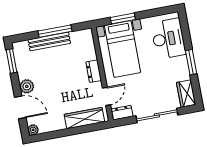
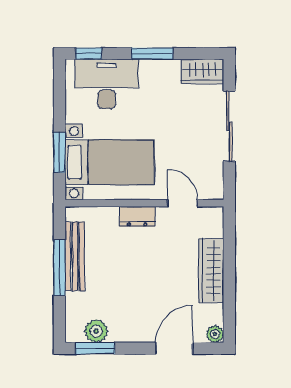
window: (184, 25) -> (89, 53), added
bench: (49, 42) -> (75, 256), moved
plant: (27, 86) -> (96, 331), moved
dresser: (122, 113) -> (214, 183), removed
wardrobe: (84, 118) -> (211, 271), moved

